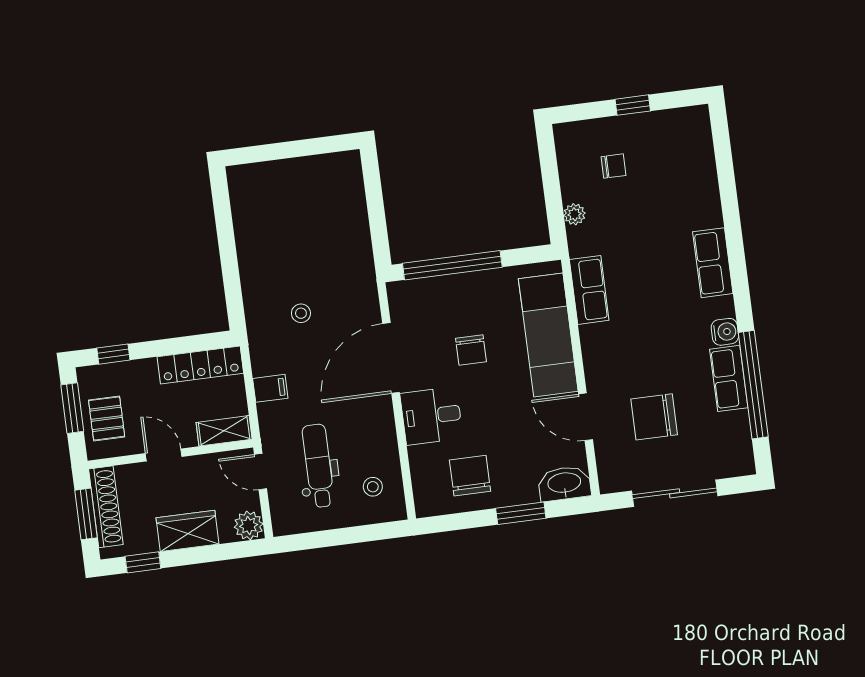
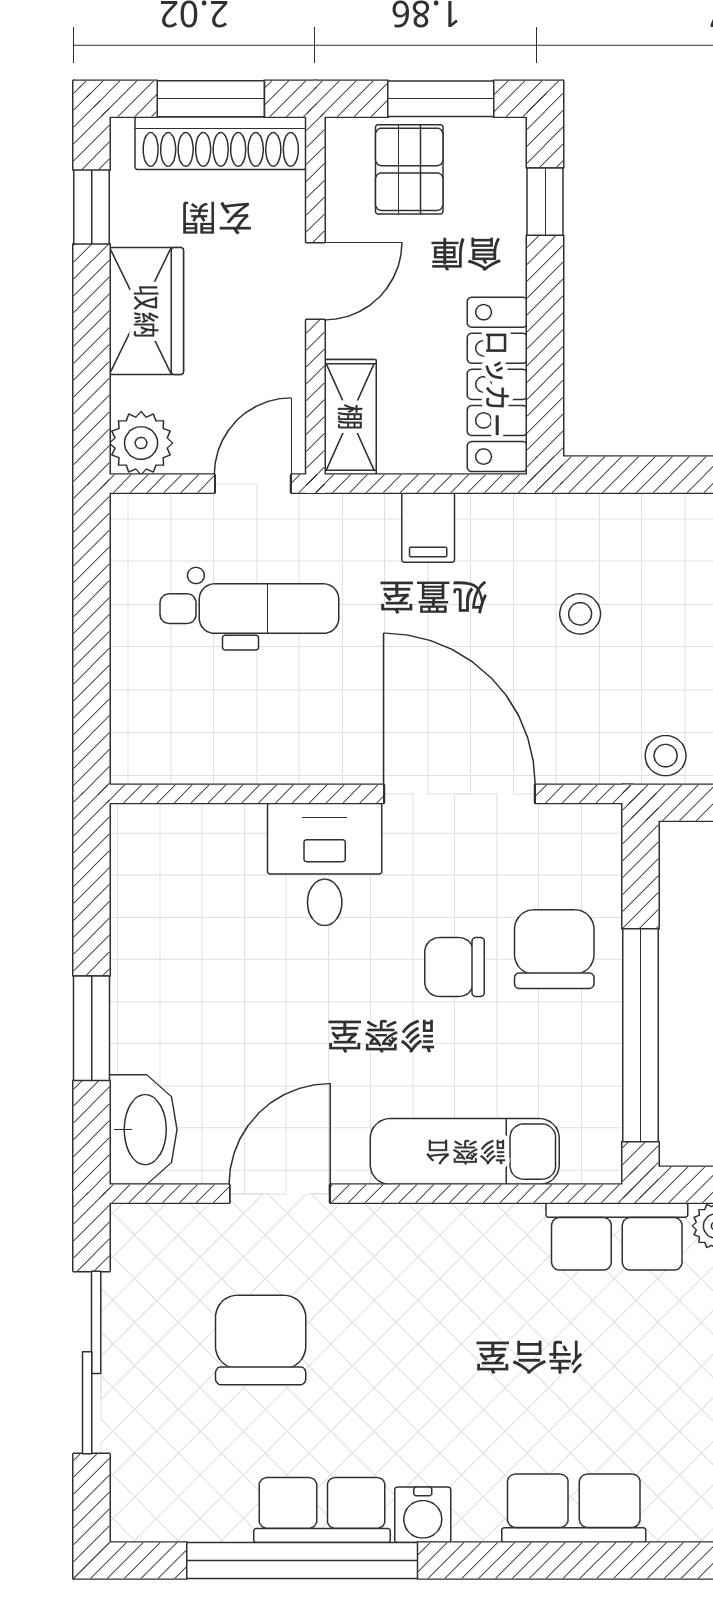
window: (452, 265) -> (641, 1035), moved
row of seats: (589, 290) -> (617, 1236), moved
exam couch: (548, 335) -> (465, 1152), width x0.73, depth x0.69
pallet: (107, 418) -> (409, 169), turned 90
chair: (470, 476) -> (554, 949), moved, turned -90
stool: (373, 487) -> (666, 756), moved

